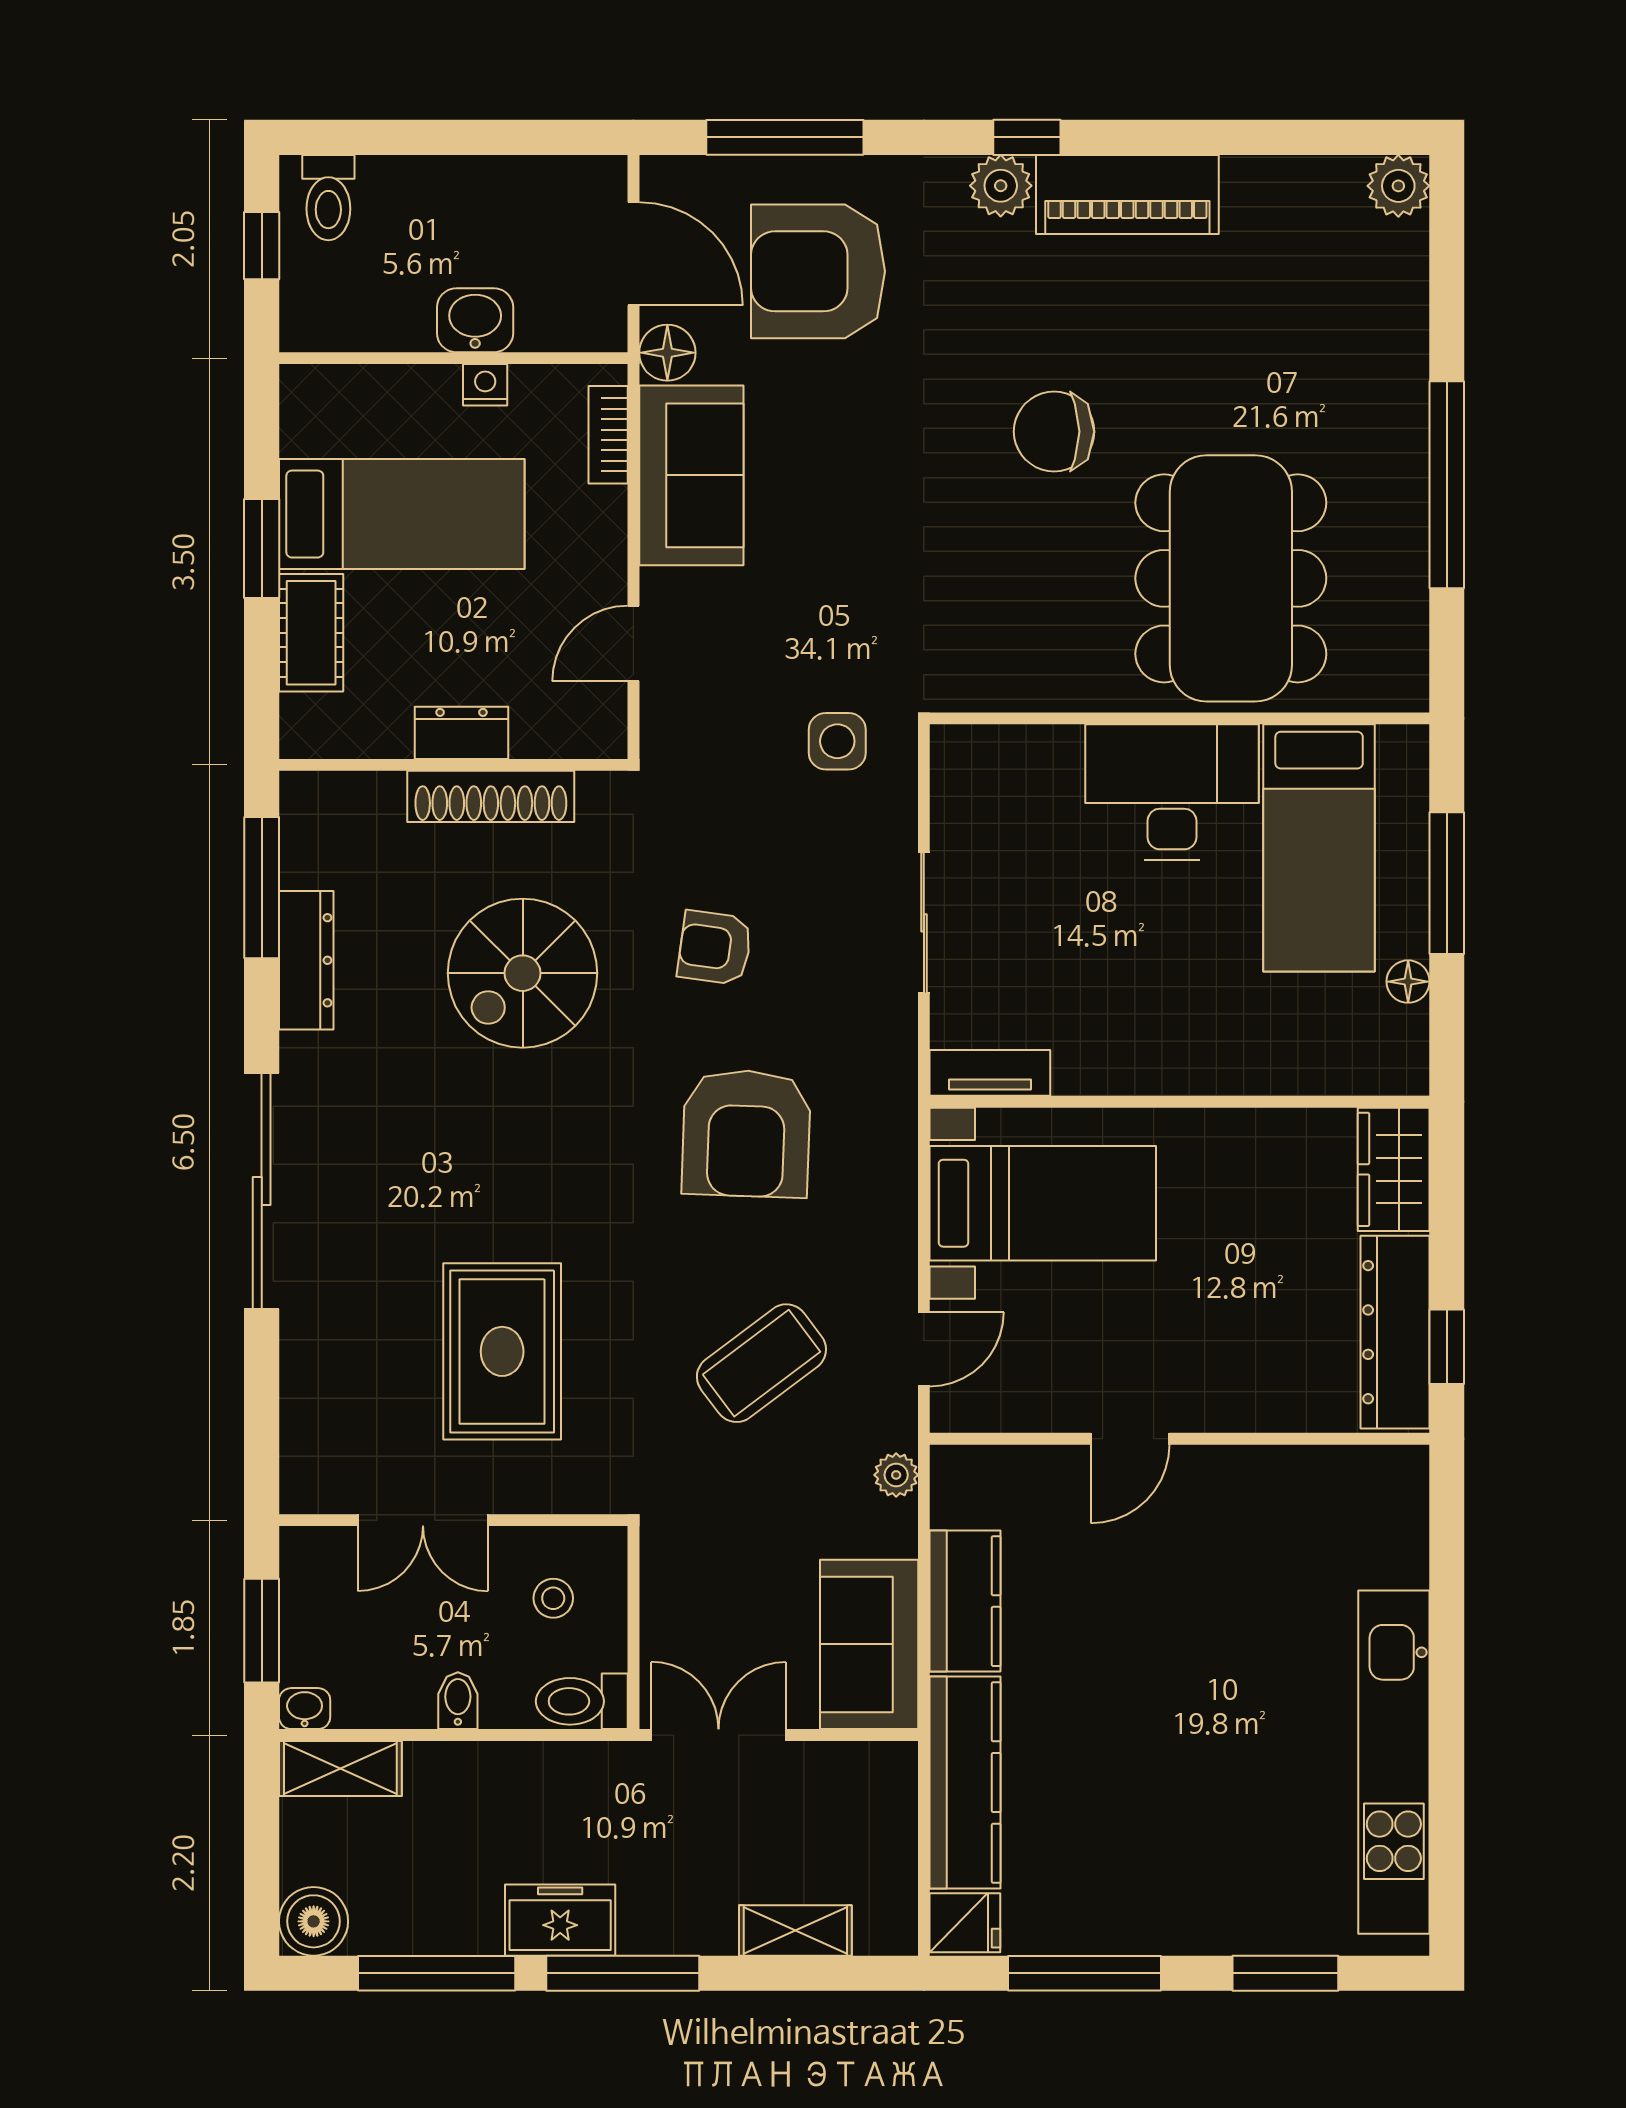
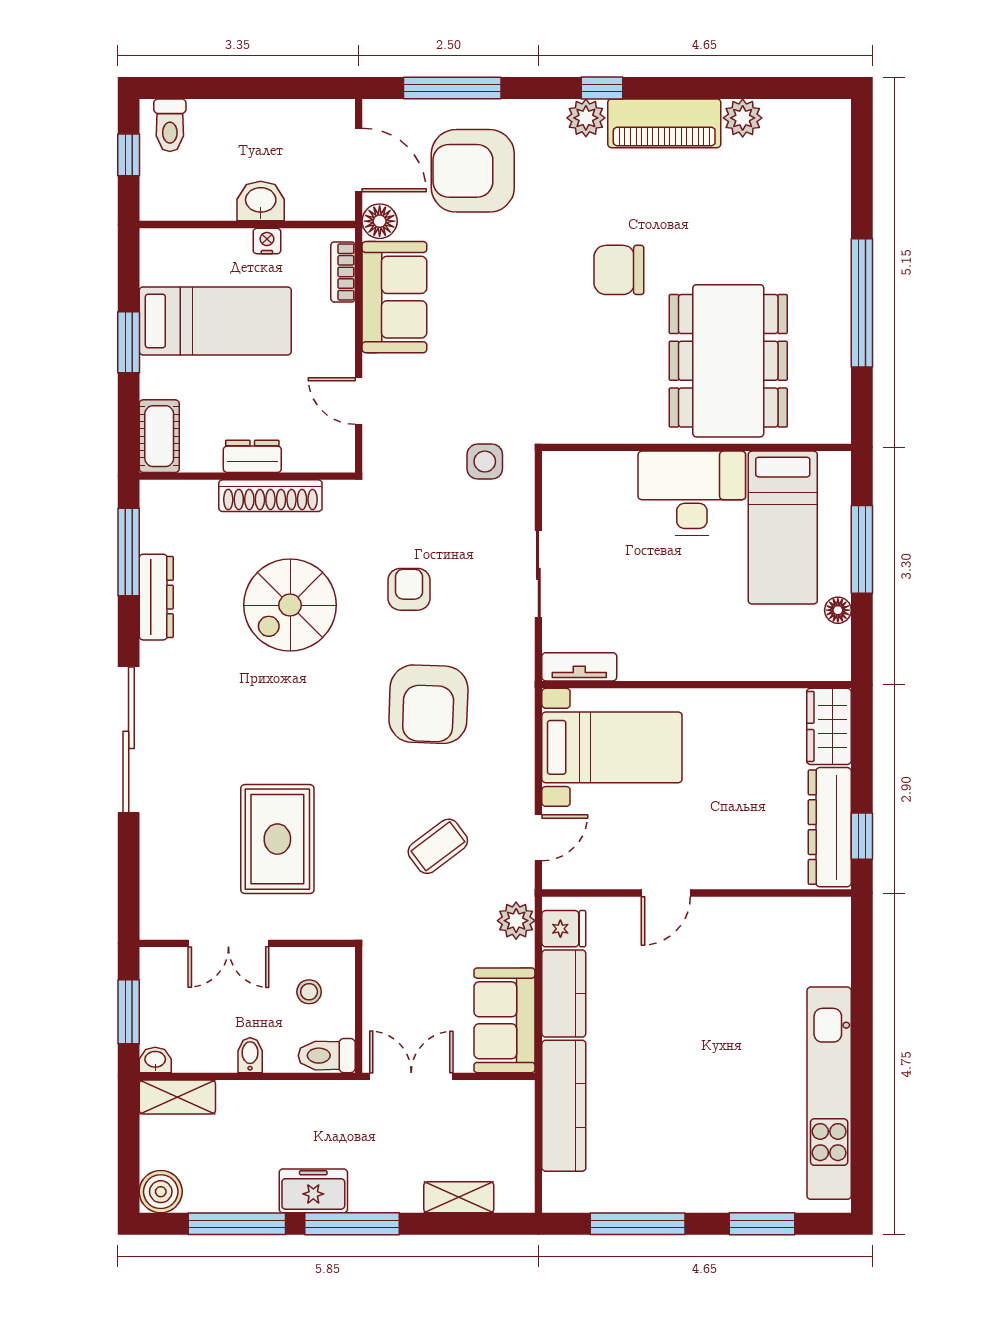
plant: (1398, 186) -> (743, 118), moved
cot: (311, 633) -> (159, 436), moved
door: (633, 643) -> (359, 401), hinge flipped
armchair: (715, 948) -> (409, 589), turned 82
coffee table: (761, 1363) -> (438, 846), width x0.73, depth x0.77
plant: (896, 1475) -> (516, 921), width x1.38, depth x1.38
fridge: (965, 1923) -> (564, 929), moved

